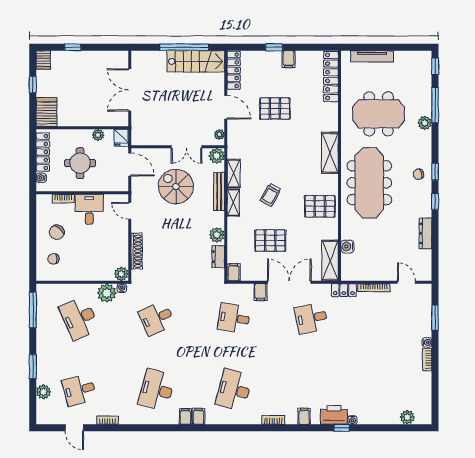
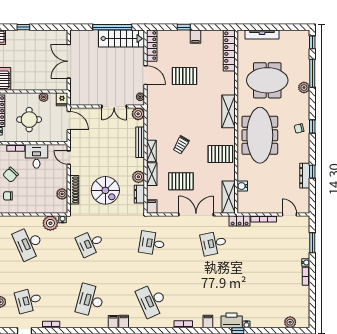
shelving: (234, 174) -> (152, 174), moved
spiral stairs: (176, 187) -> (105, 190), moved, turned 180
window: (435, 201) -> (312, 172), moved
plant: (121, 274) -> (62, 194), moved
filing cabinet: (261, 292) -> (173, 222), removed
desk: (234, 390) -> (152, 300), turned -39

